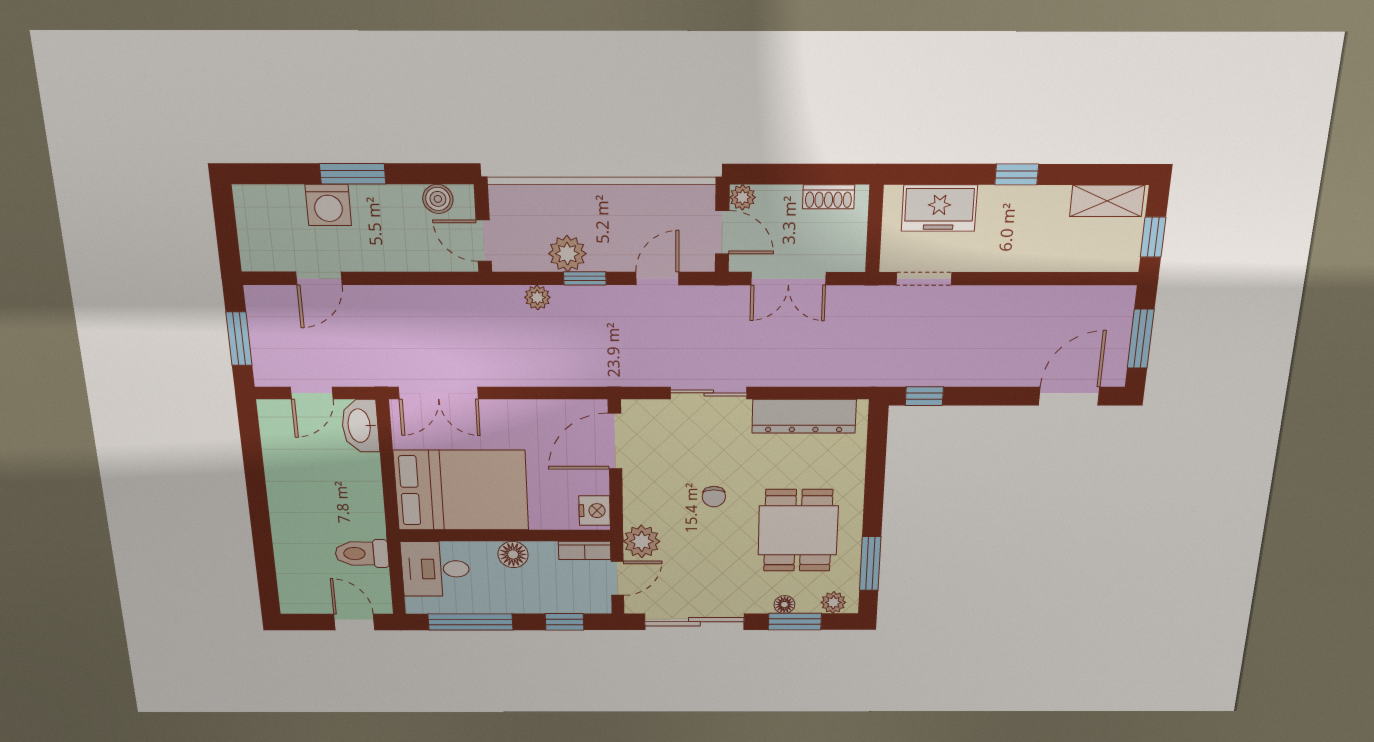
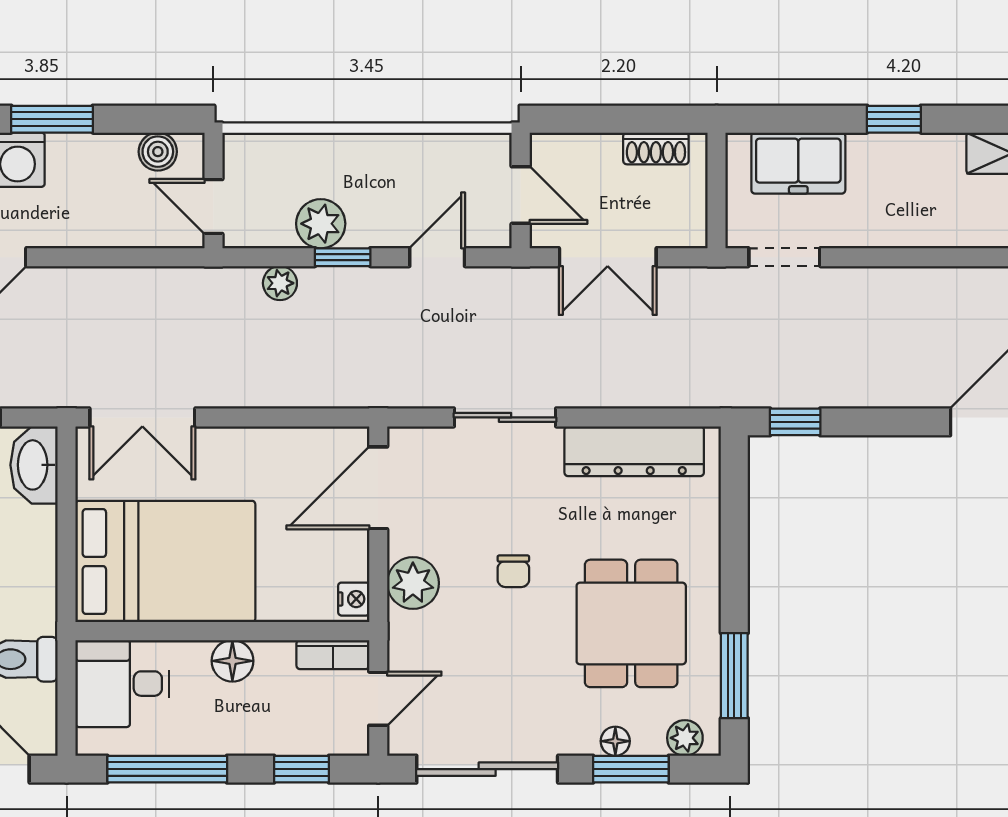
plant: (743, 197) -> (546, 149), removed
nightstand: (595, 511) -> (354, 599), width x0.72, depth x0.74
plant: (642, 541) -> (413, 583), moved

